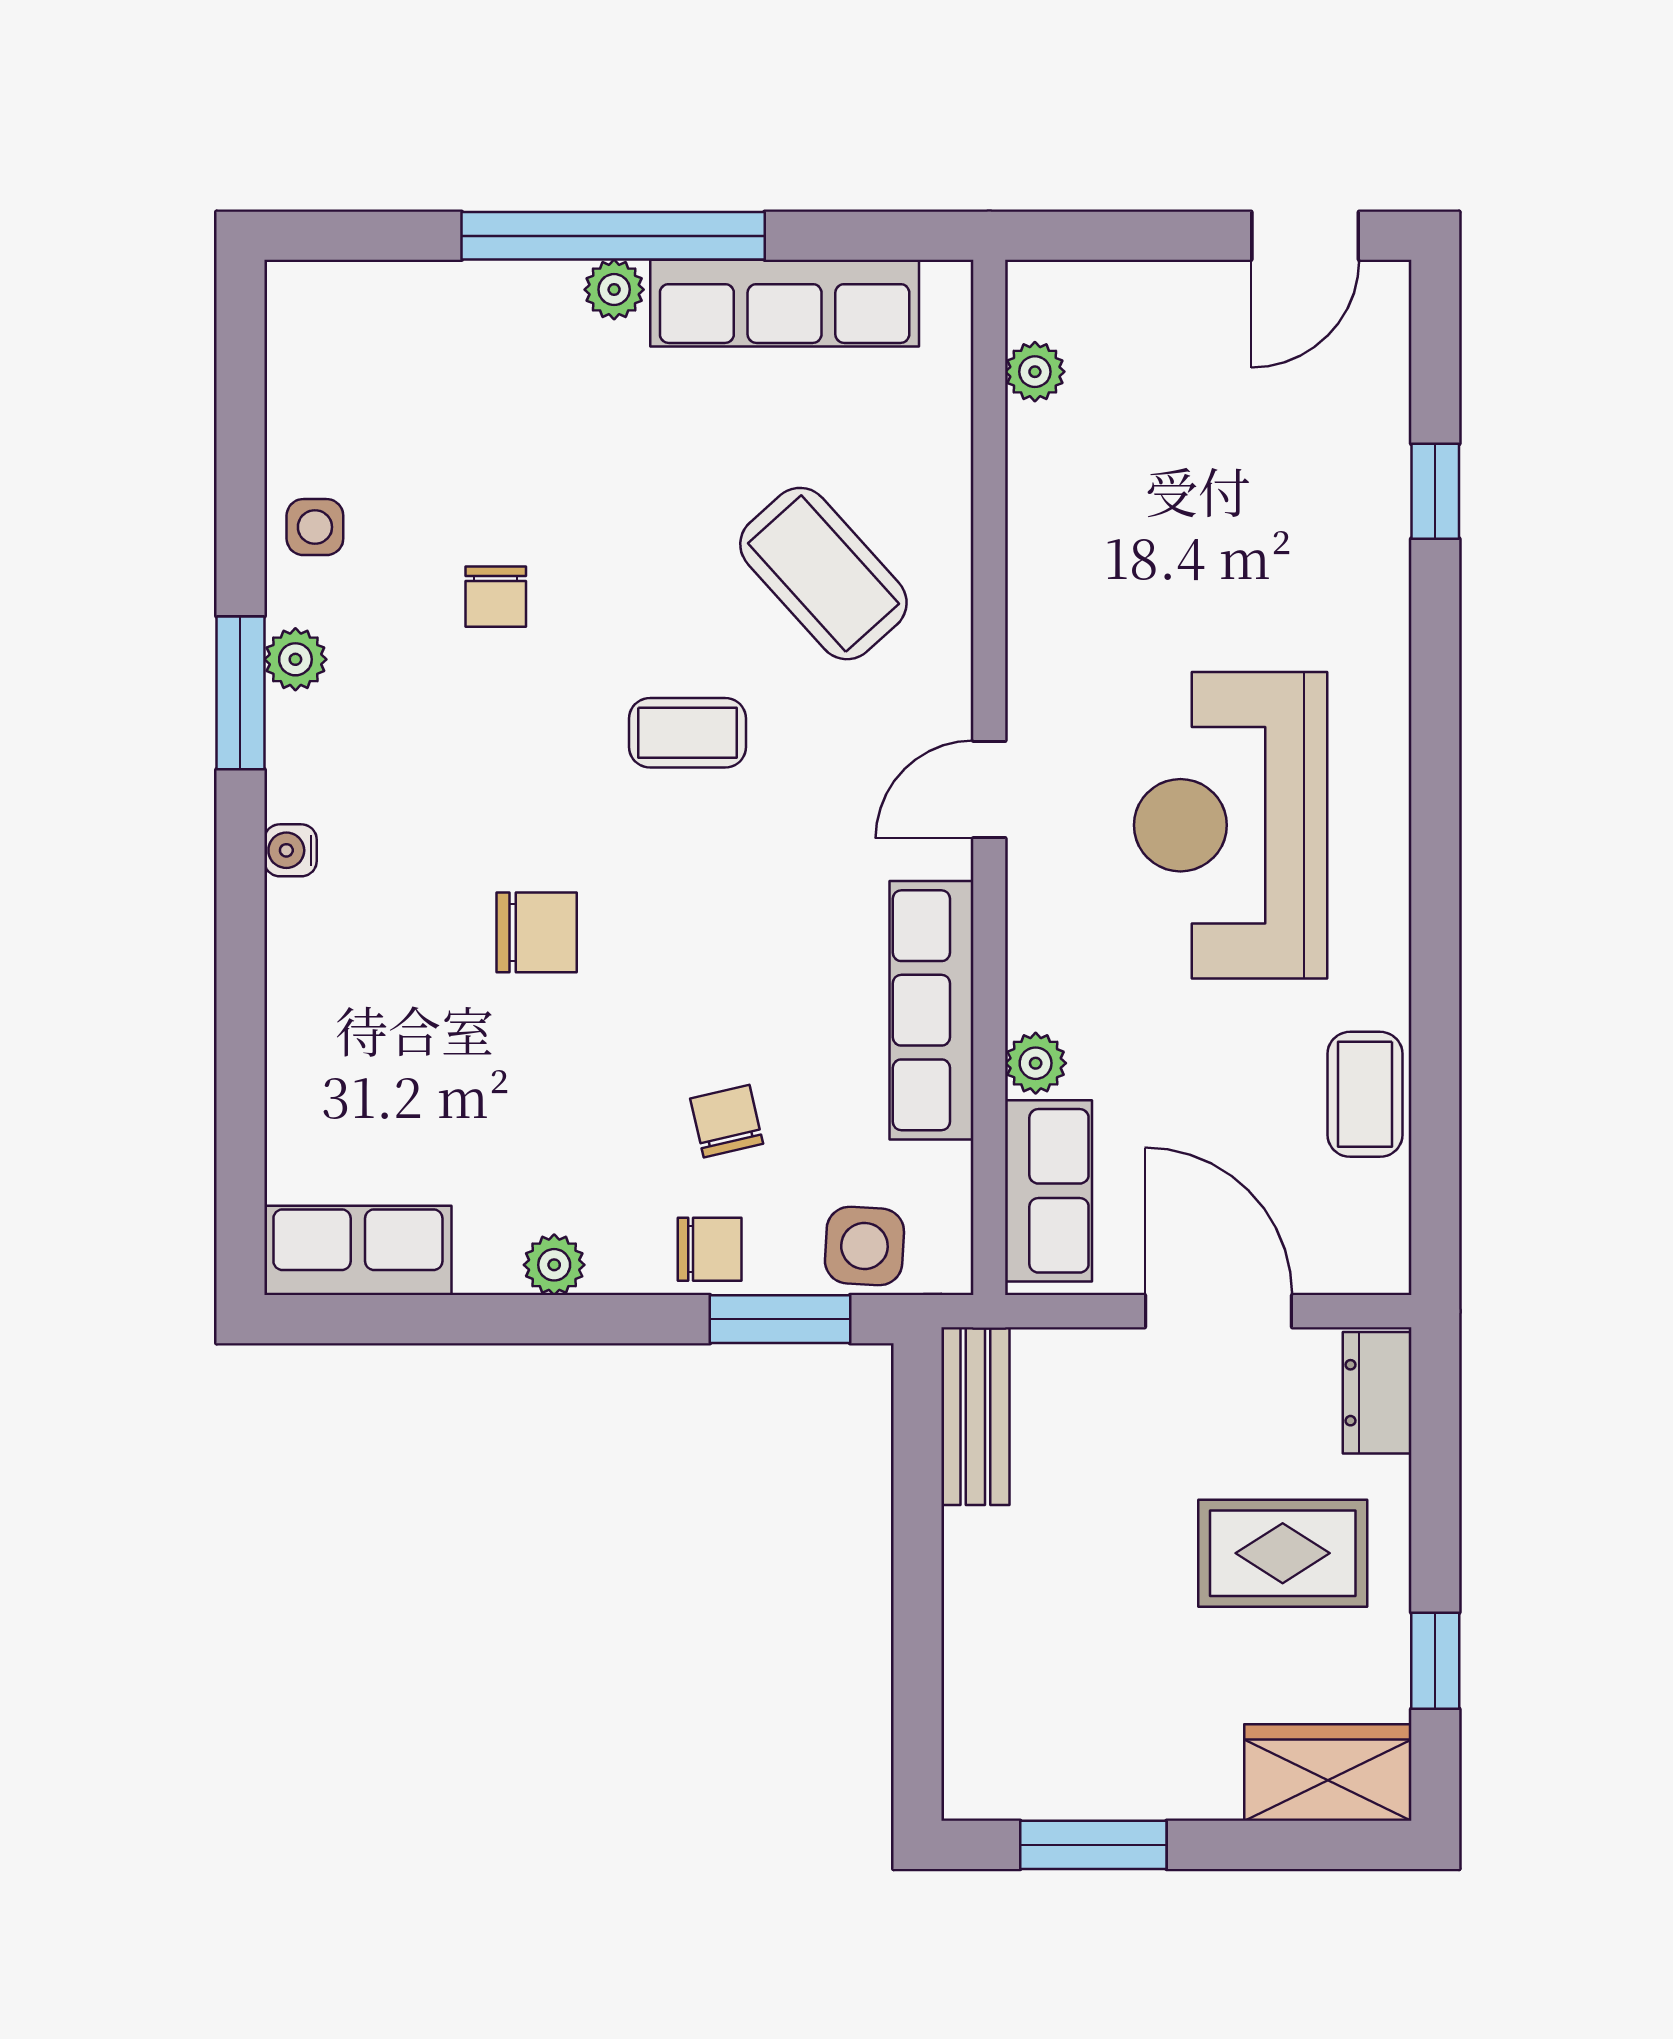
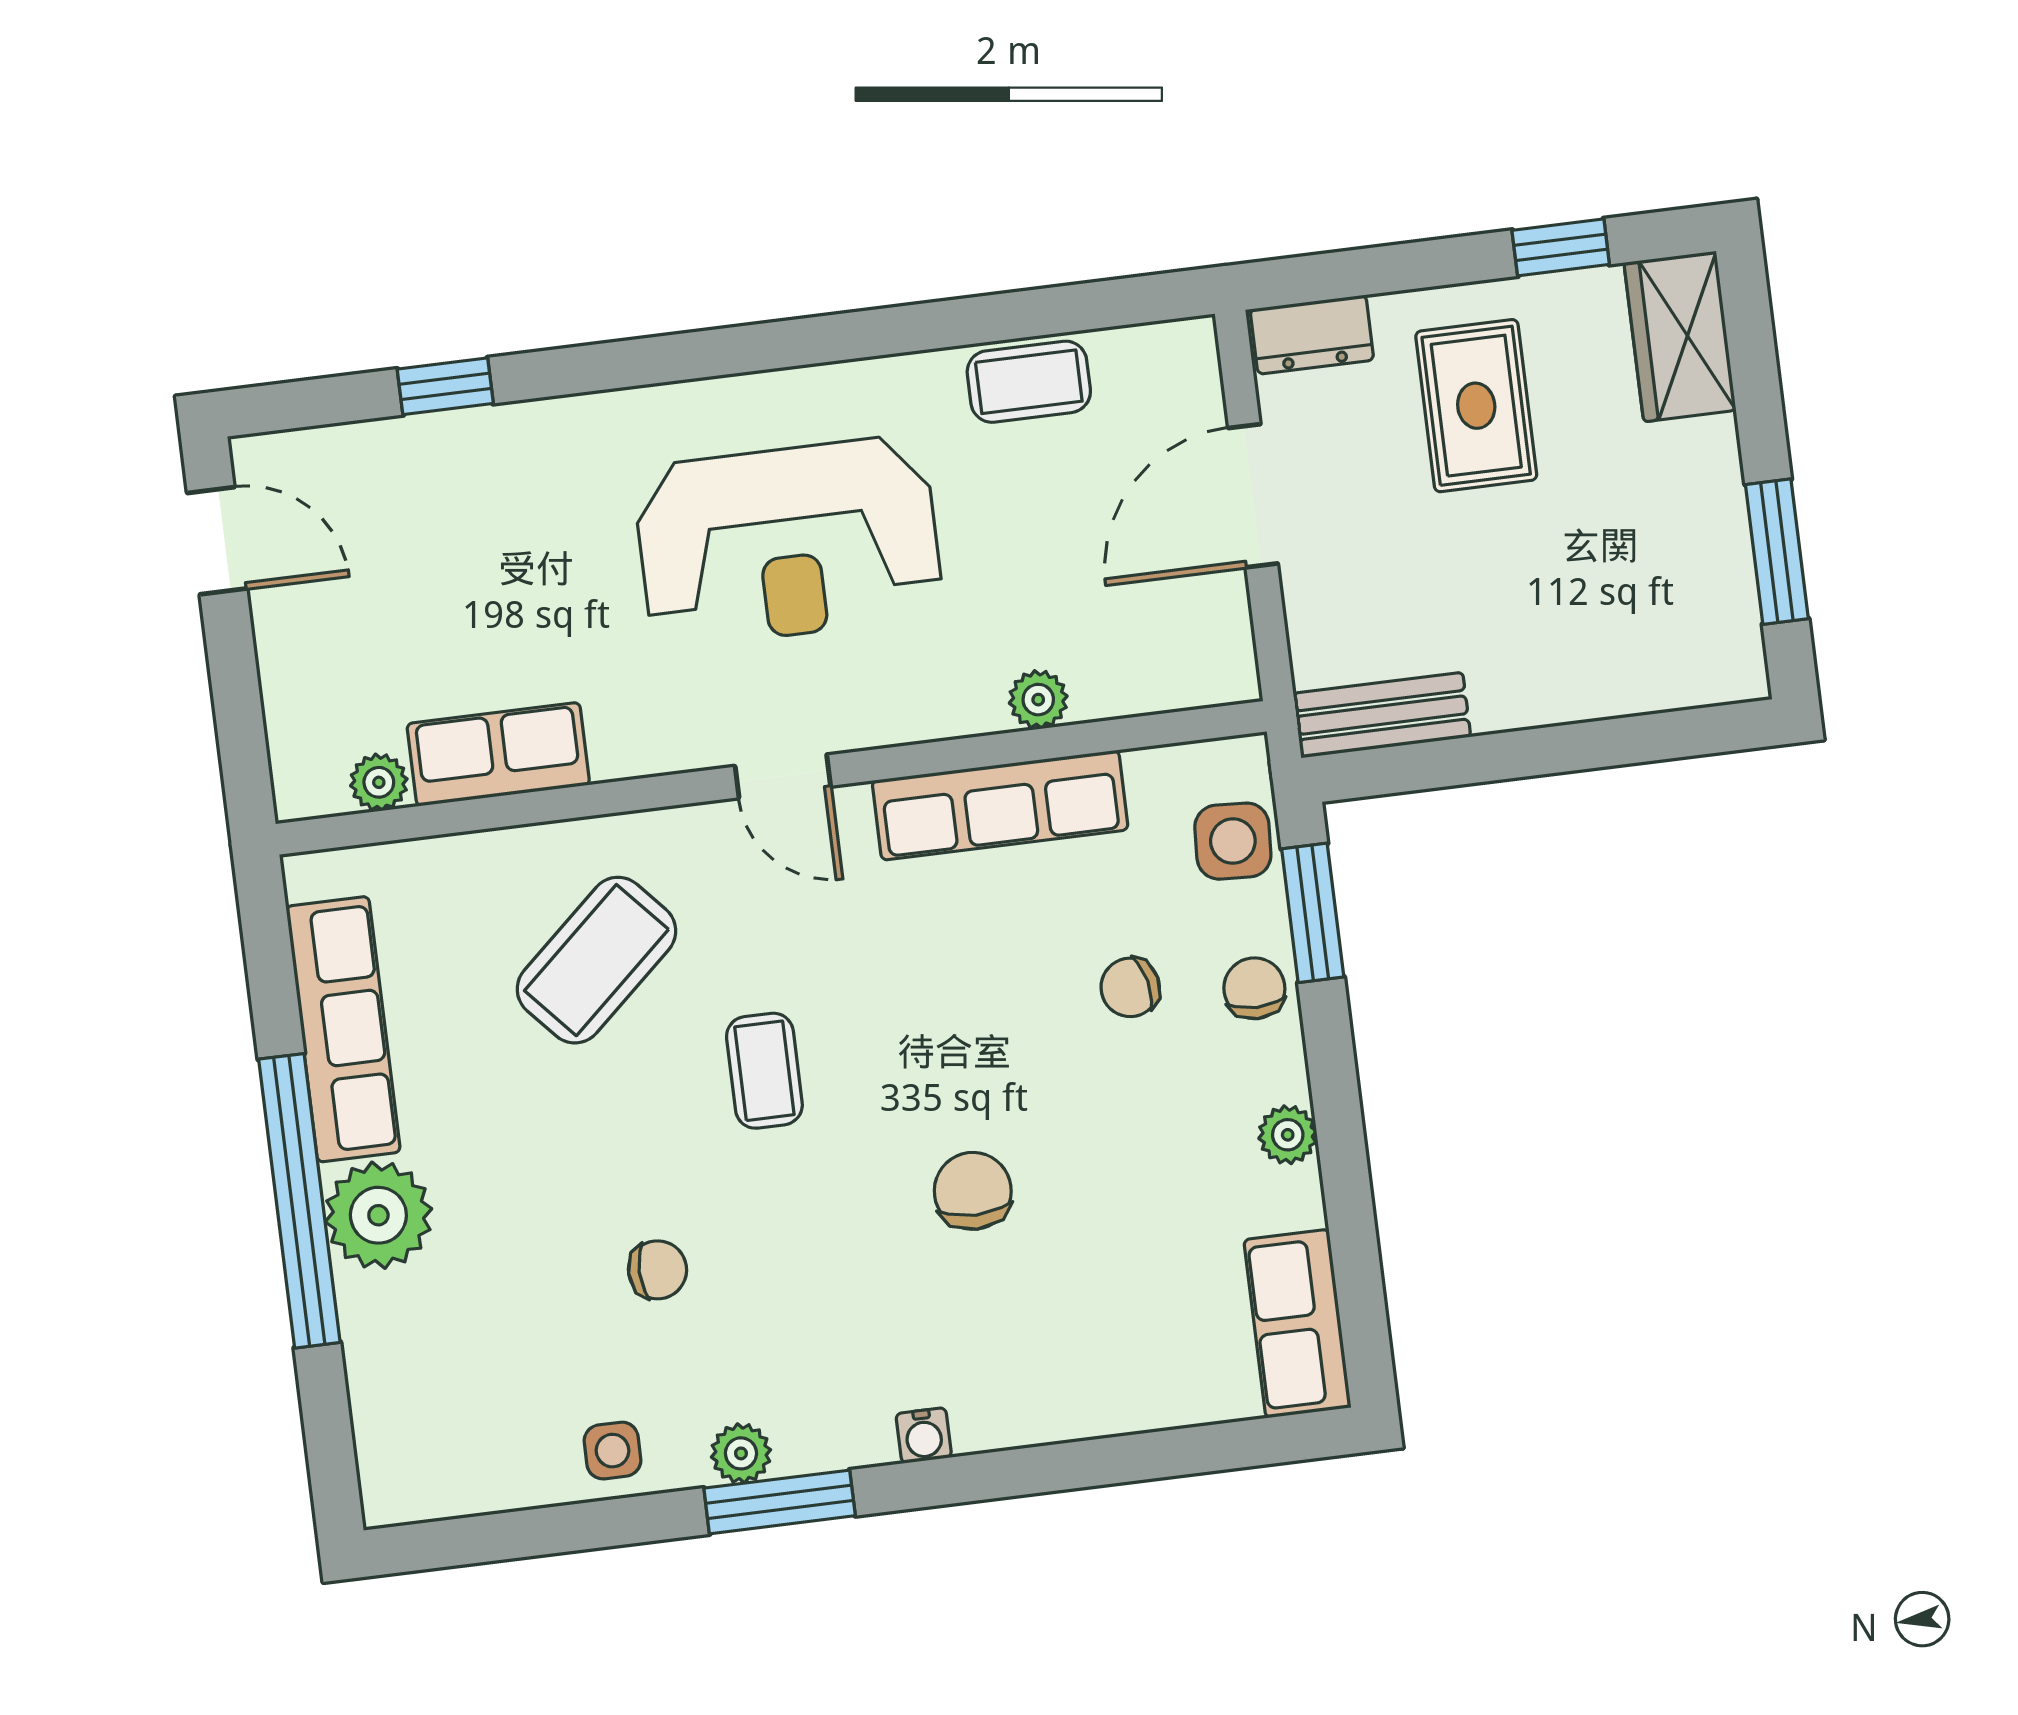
plant: (614, 290) -> (378, 1215), width x1.87, depth x1.87
row of seats: (1049, 1191) -> (498, 754), moved

